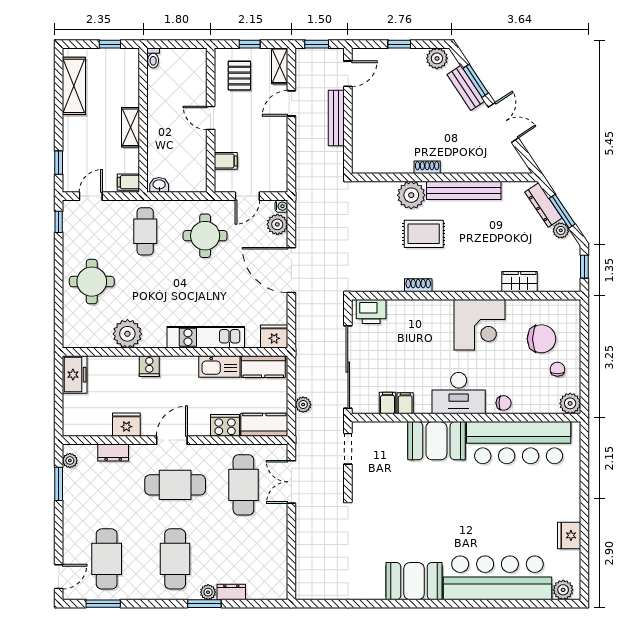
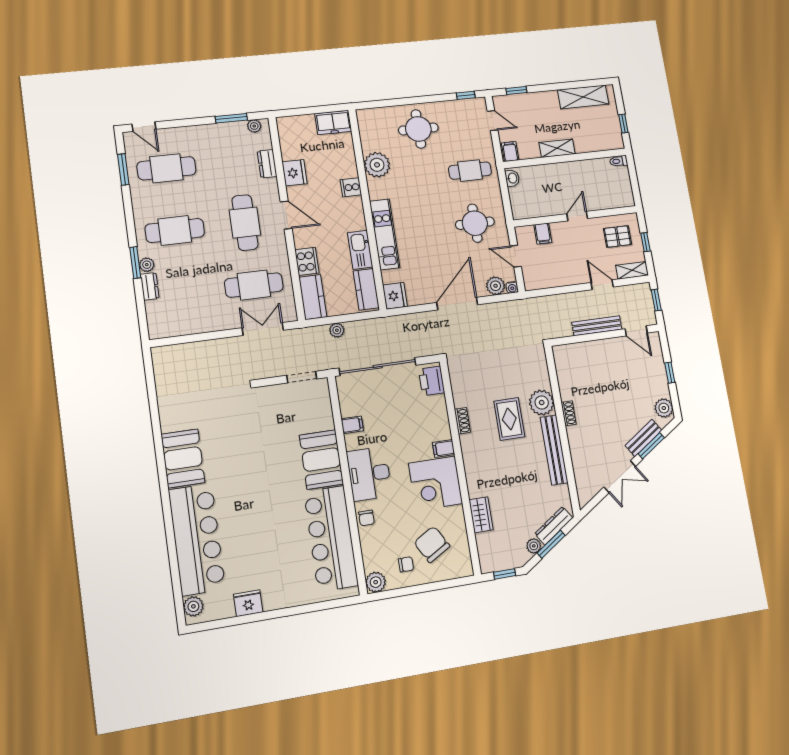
chair: (541, 339) -> (432, 544), turned 150
filing cabinet: (388, 403) -> (444, 449), moved, turned 180

